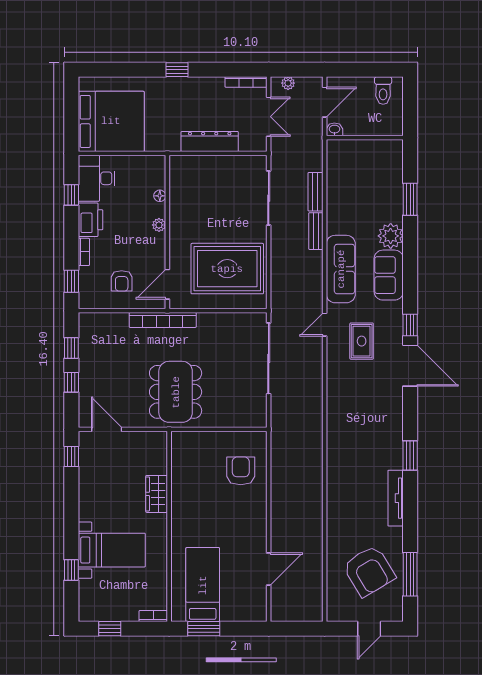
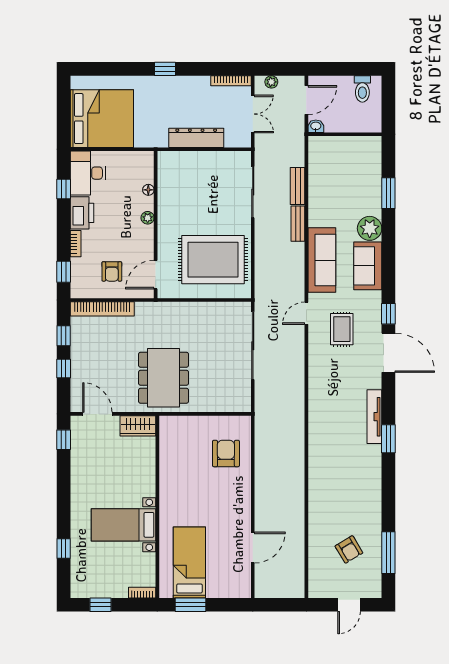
bookcase: (163, 320) -> (102, 309), moved
wardrobe: (157, 494) -> (138, 426), moved, turned -90
tv unit: (396, 498) -> (374, 417), moved
bed with nightstands: (112, 550) -> (124, 525), moved, turned 180
armchair: (369, 571) -> (349, 549), width x0.53, depth x0.53

